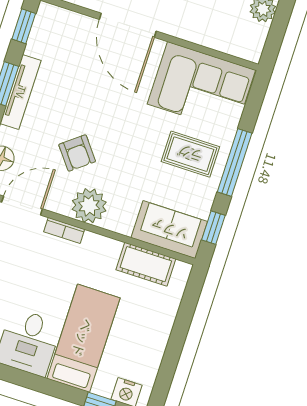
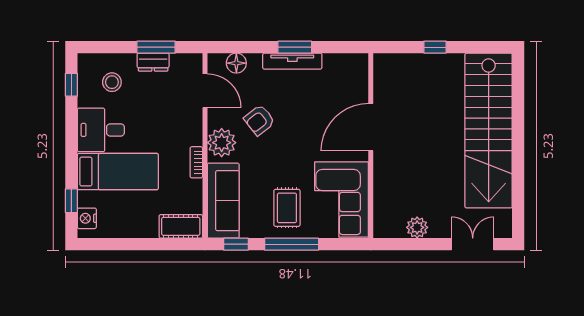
window: (24, 26) -> (344, 47), removed
bookcase: (64, 230) -> (196, 162), moved
sofa: (169, 230) -> (223, 201), width x1.36
cot: (146, 264) -> (181, 226), moved, turned 90

